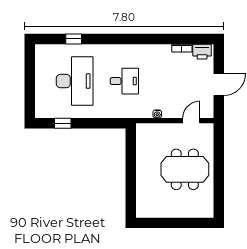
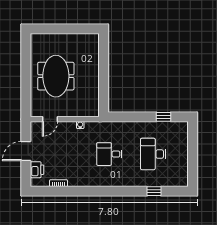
printer: (202, 52) -> (37, 170), moved, turned 90
desk: (75, 81) -> (153, 154), width x0.73, depth x0.77
meeting table: (185, 169) -> (56, 76), turned 90

